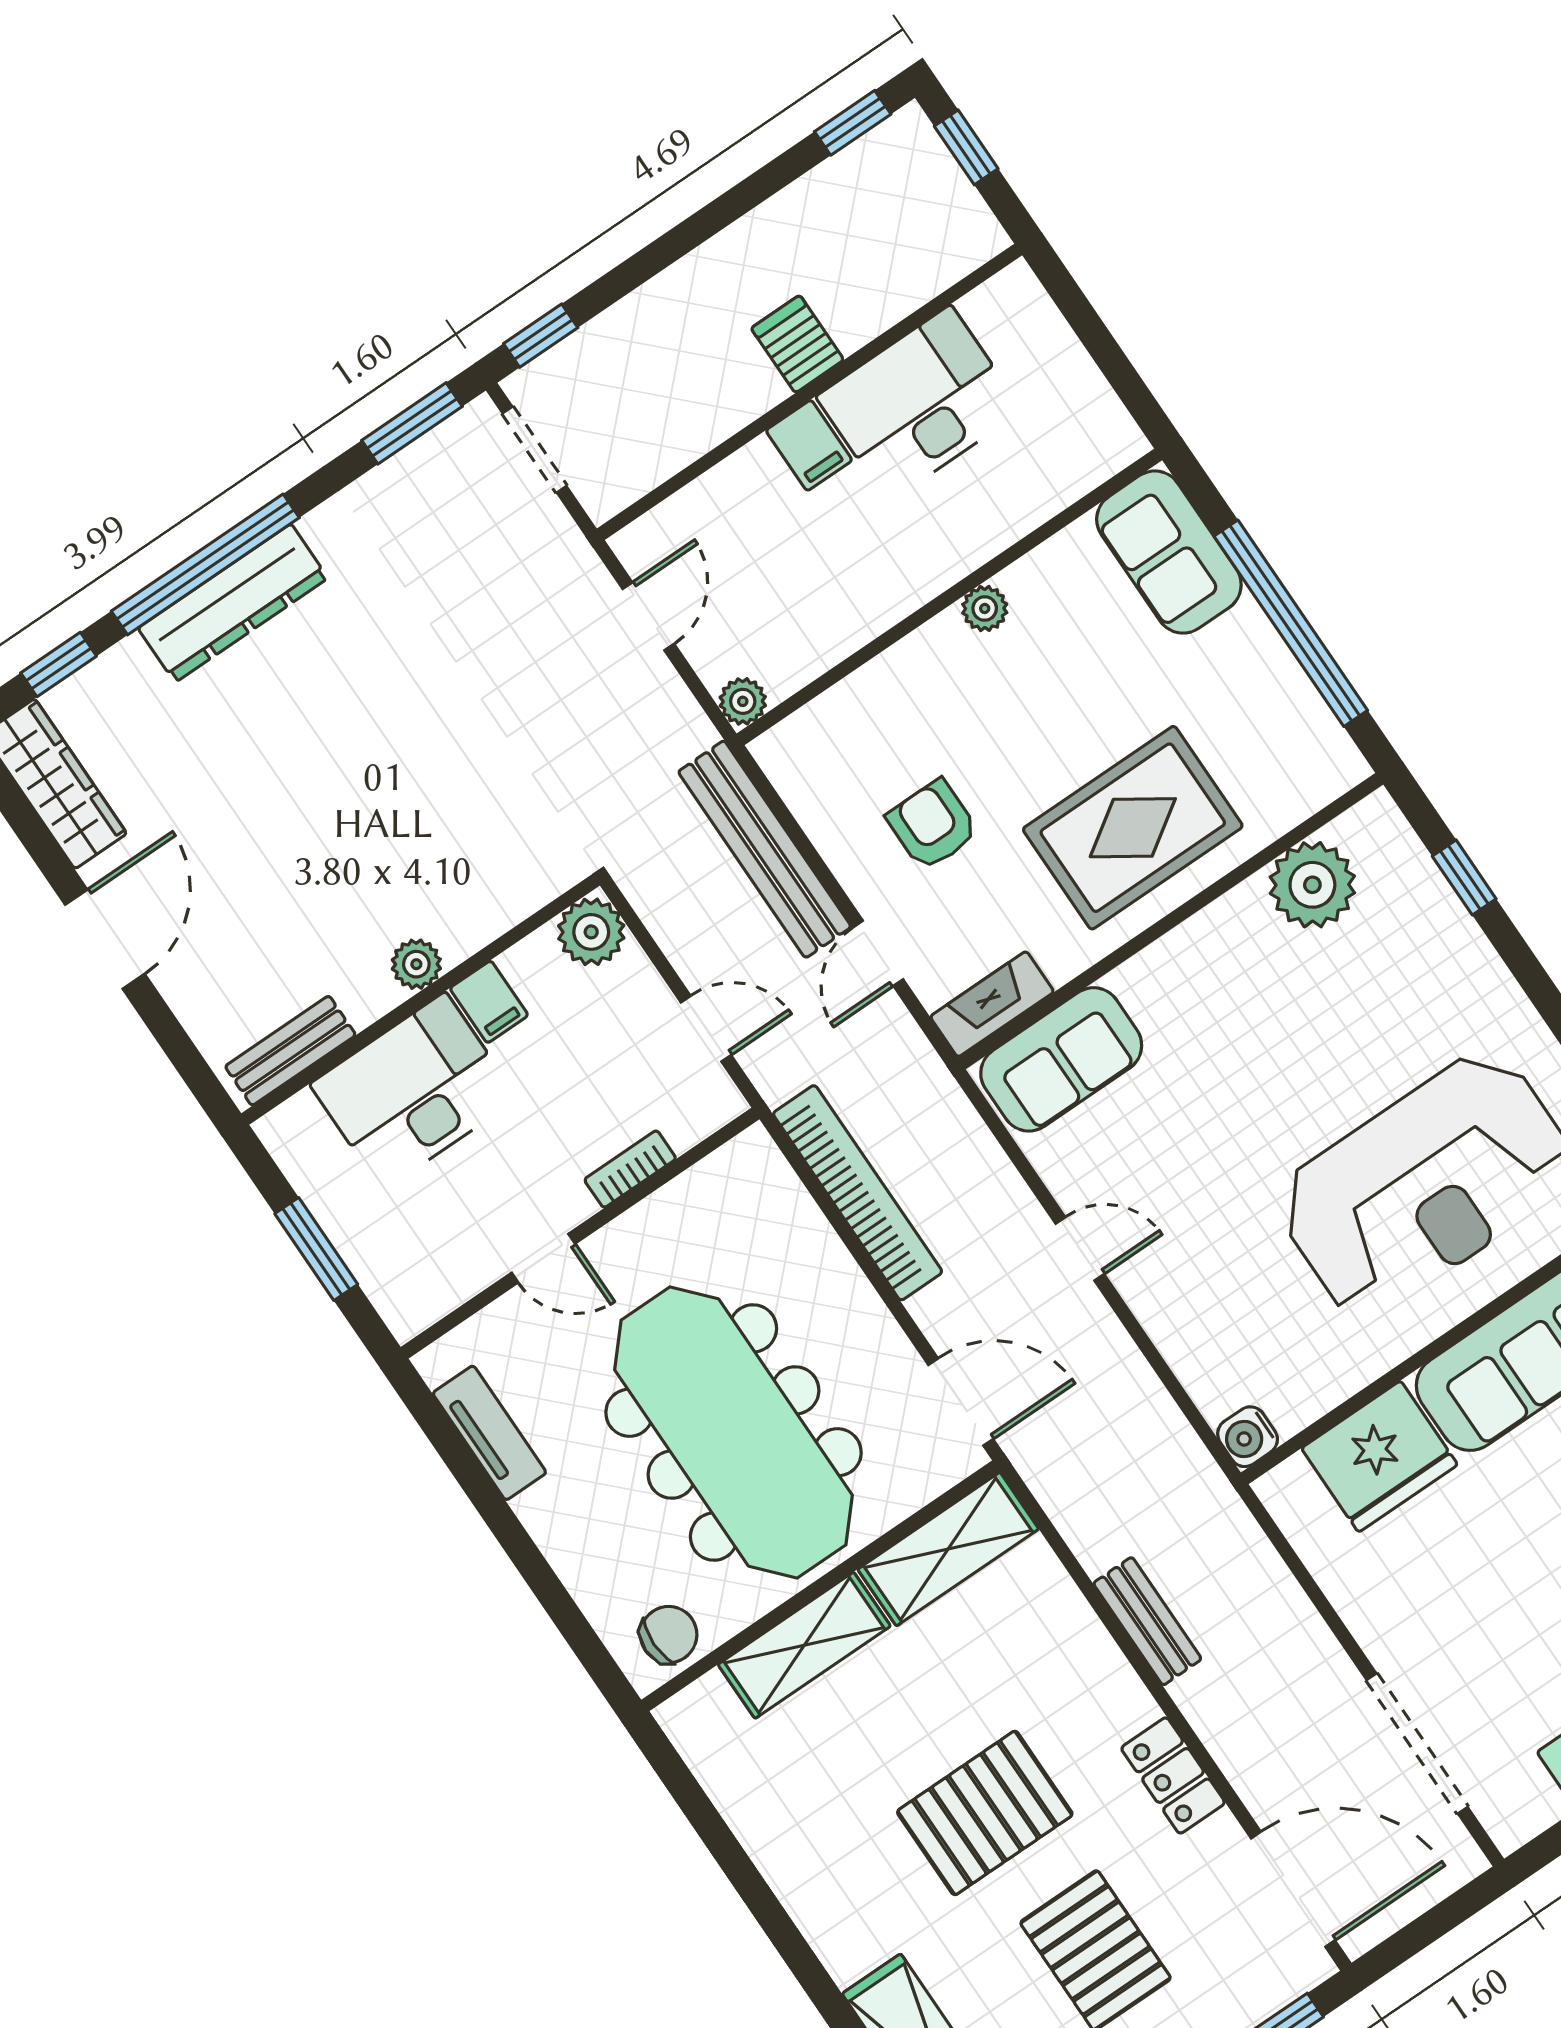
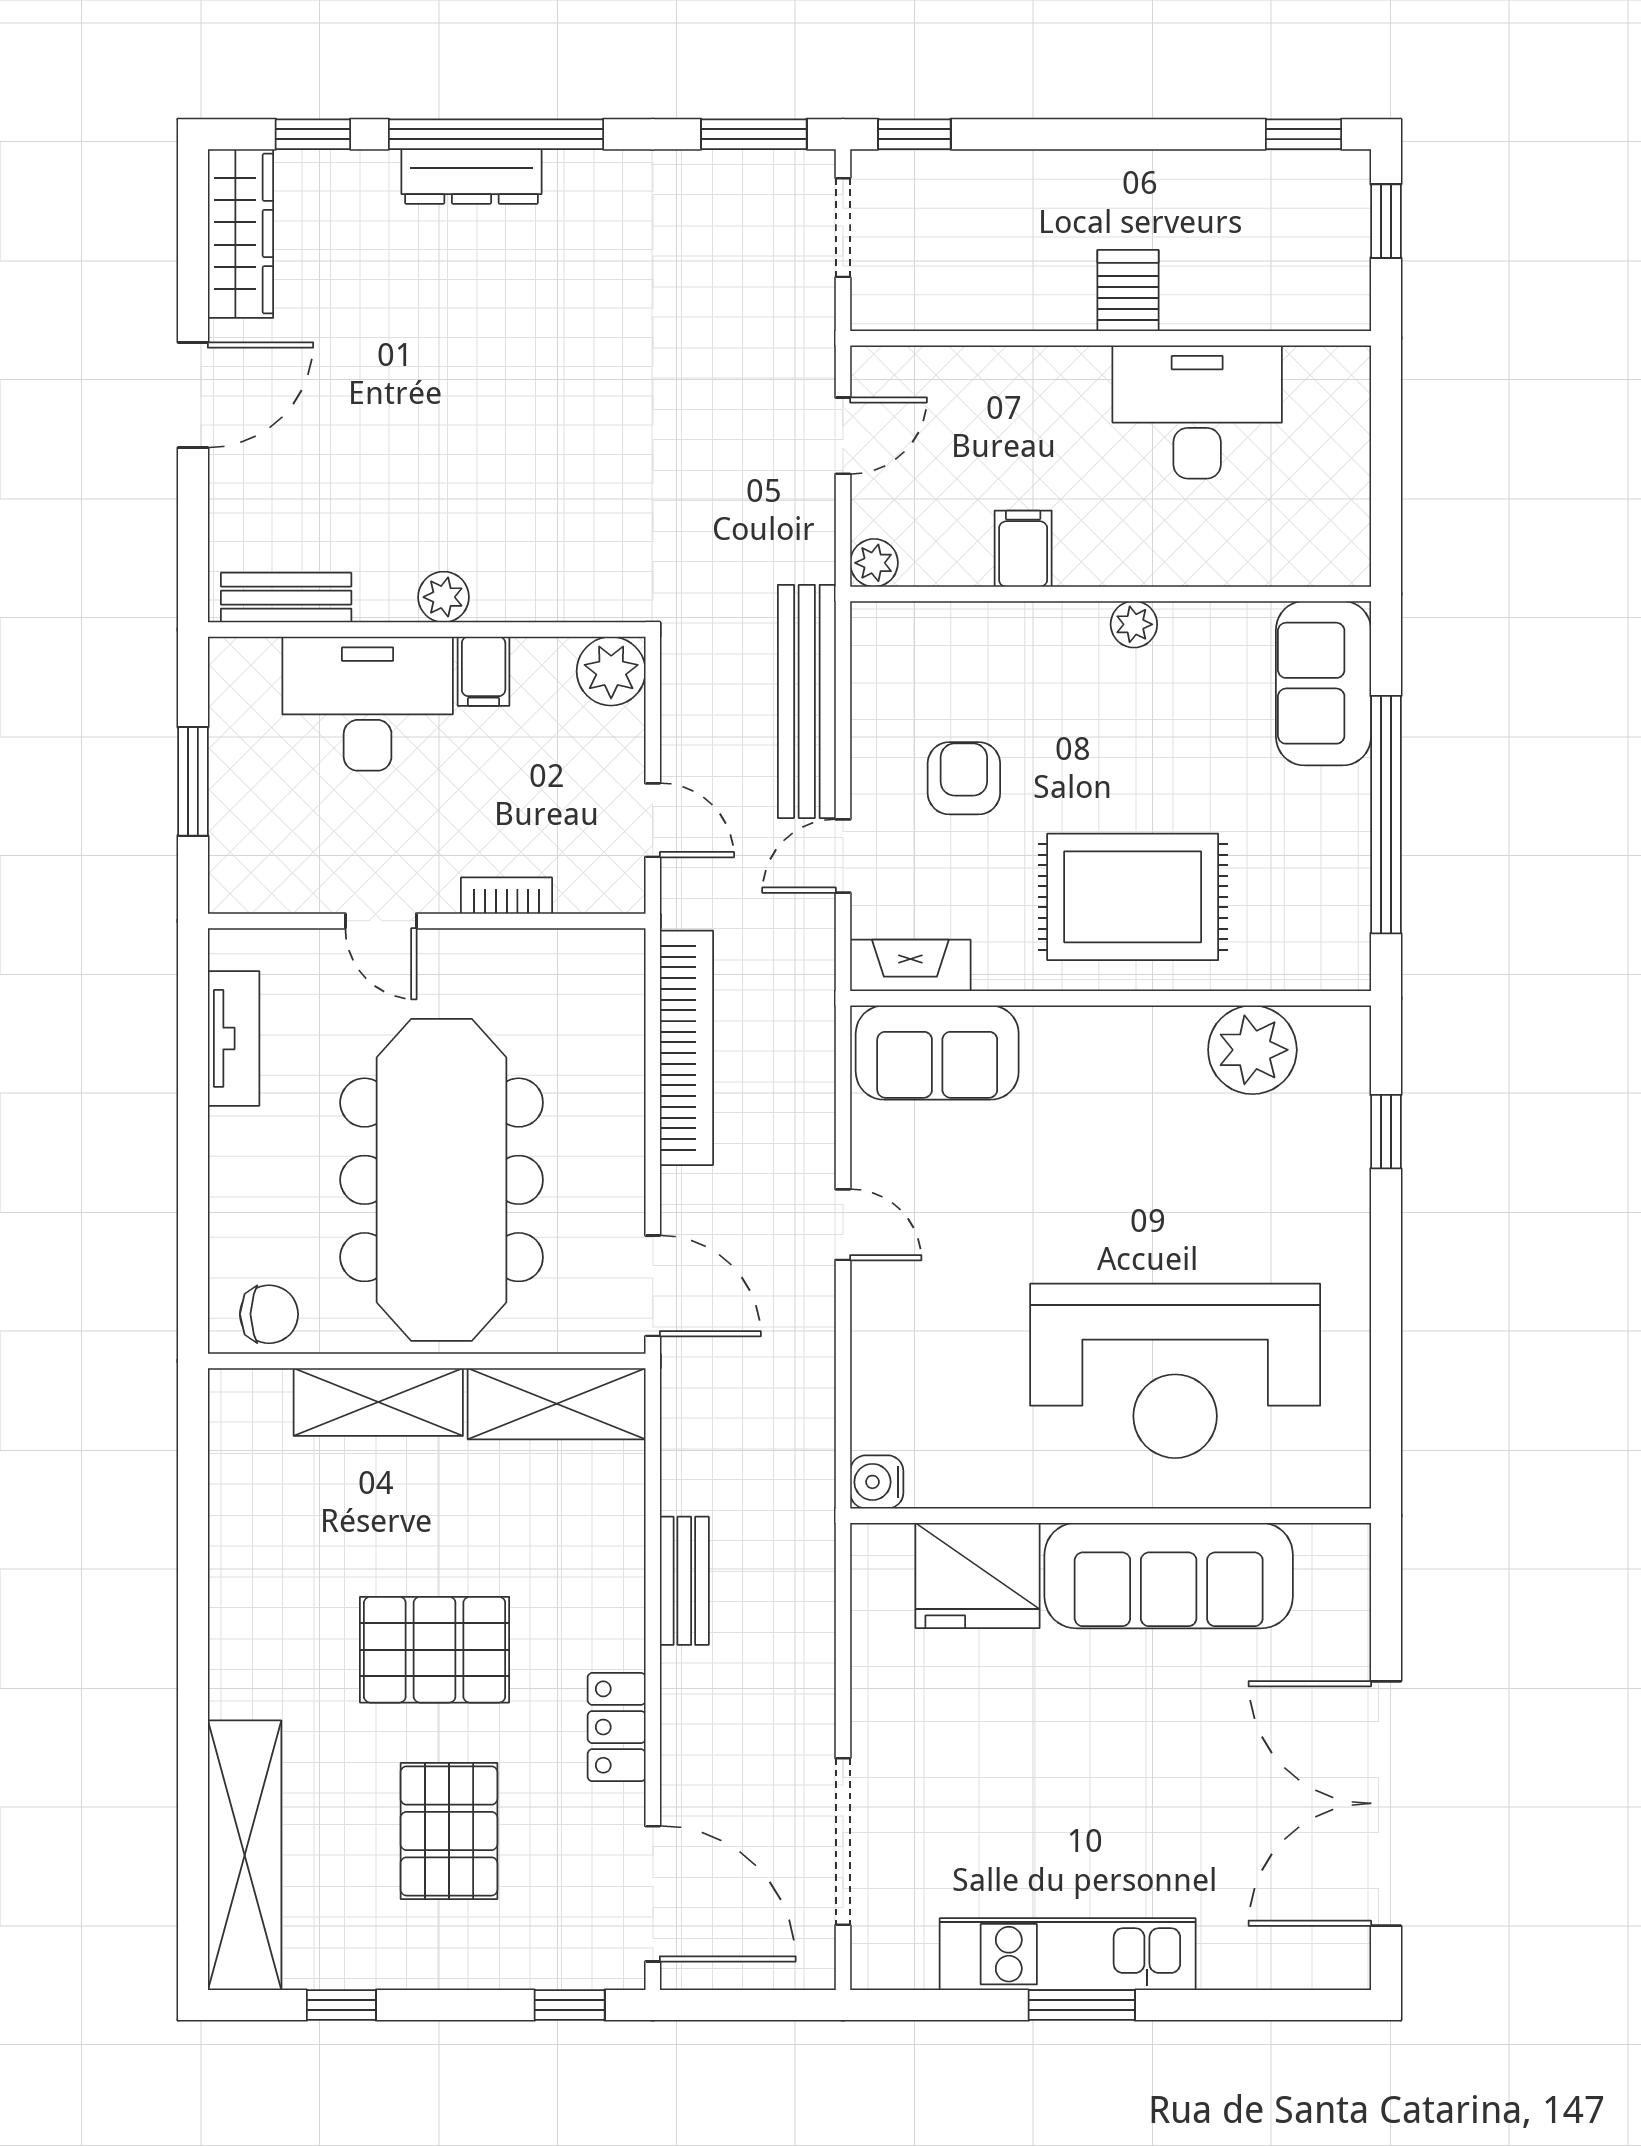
filing cabinet: (809, 445) -> (1023, 549), moved, turned 180
dresser: (233, 603) -> (471, 177), width x0.73, depth x0.80

